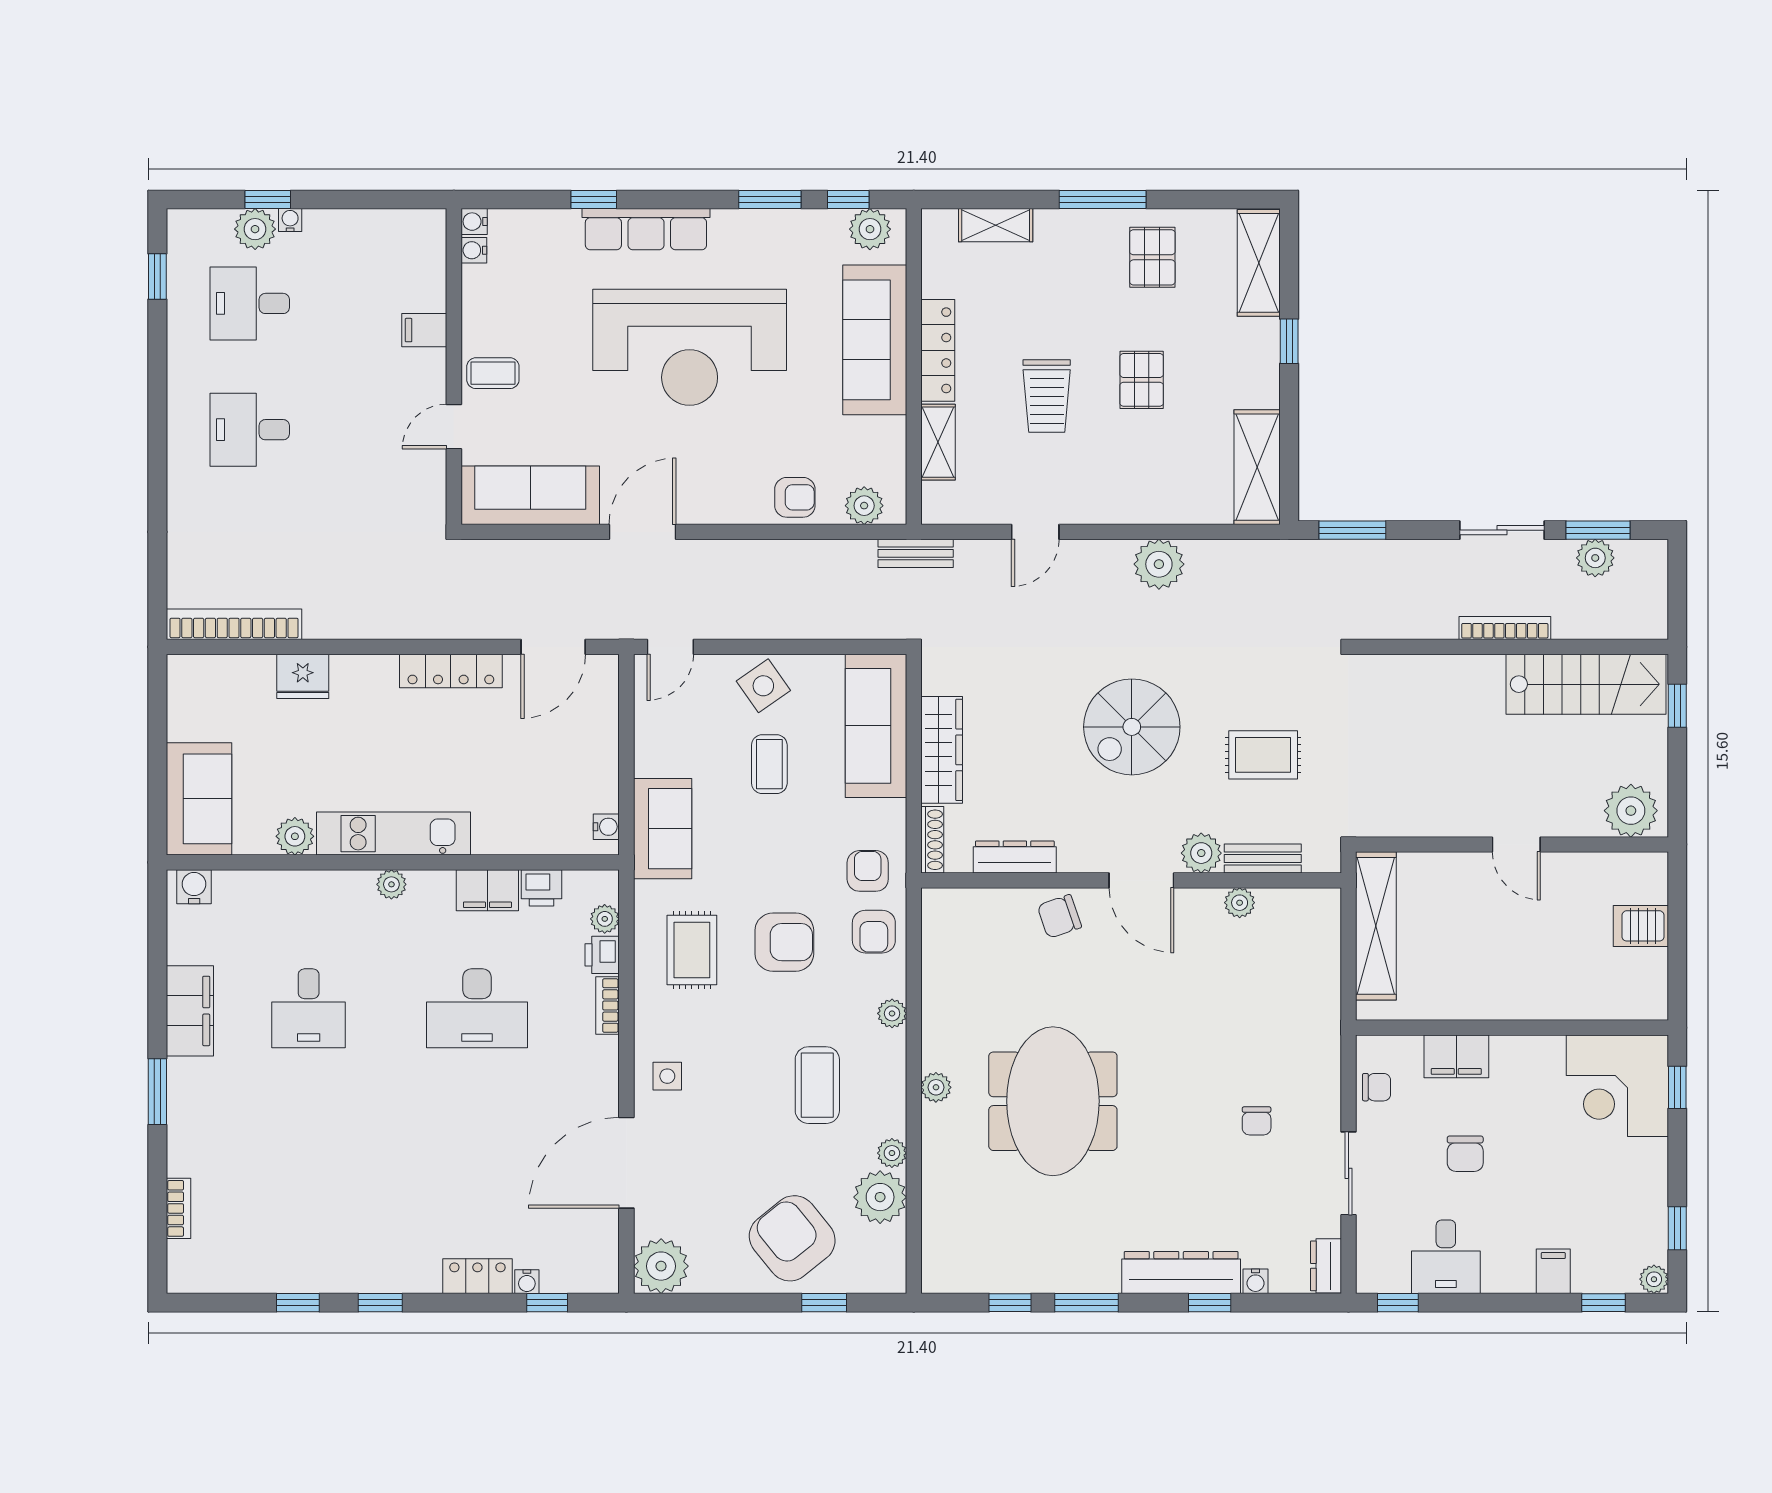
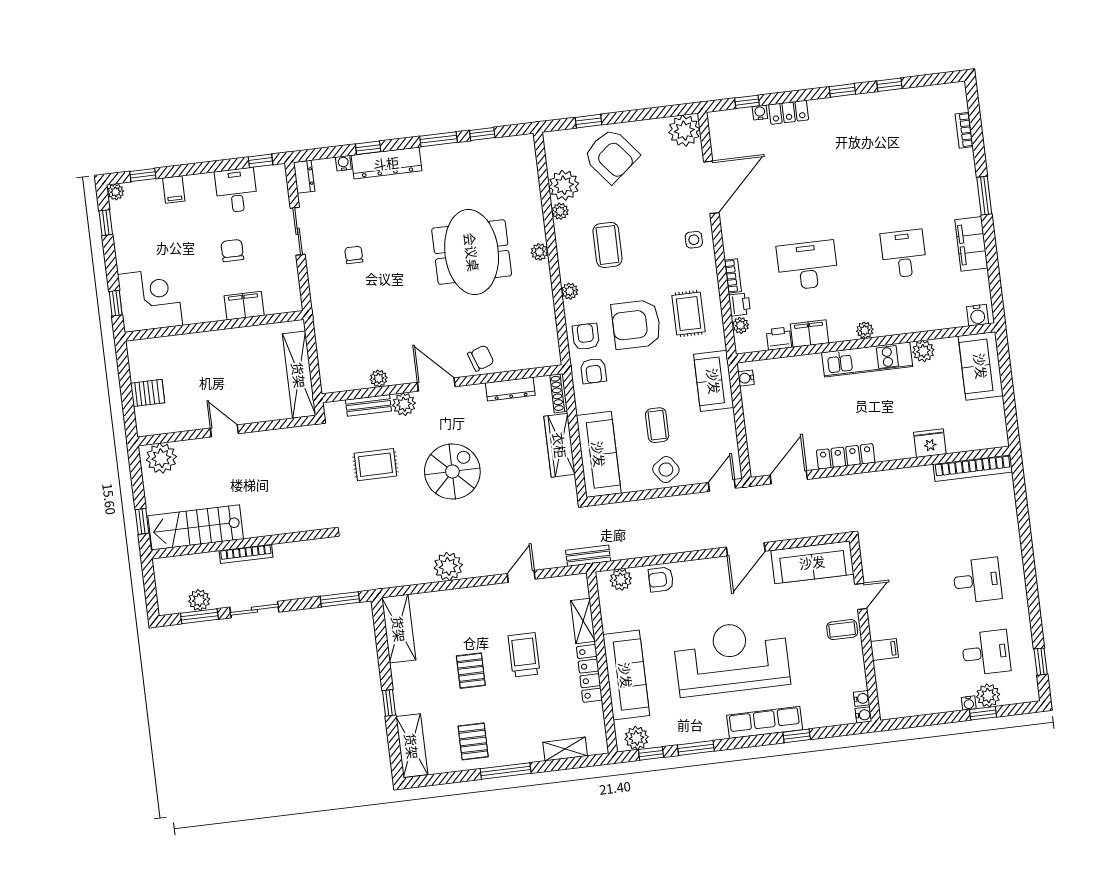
armchair: (784, 942) -> (636, 324), width x1.36, depth x1.36
chair: (1377, 1087) -> (288, 282), removed

